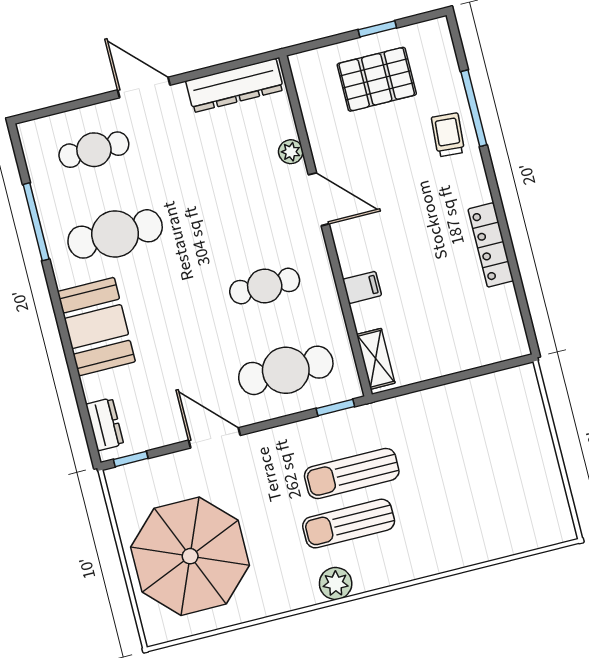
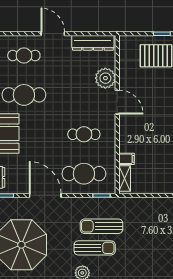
plant: (291, 152) -> (105, 78), width x1.88, depth x1.88
filing cabinet: (362, 287) -> (127, 159), moved
door: (215, 438) -> (45, 195), width x1.36
sun lounger: (349, 524) -> (95, 248), turned 180

